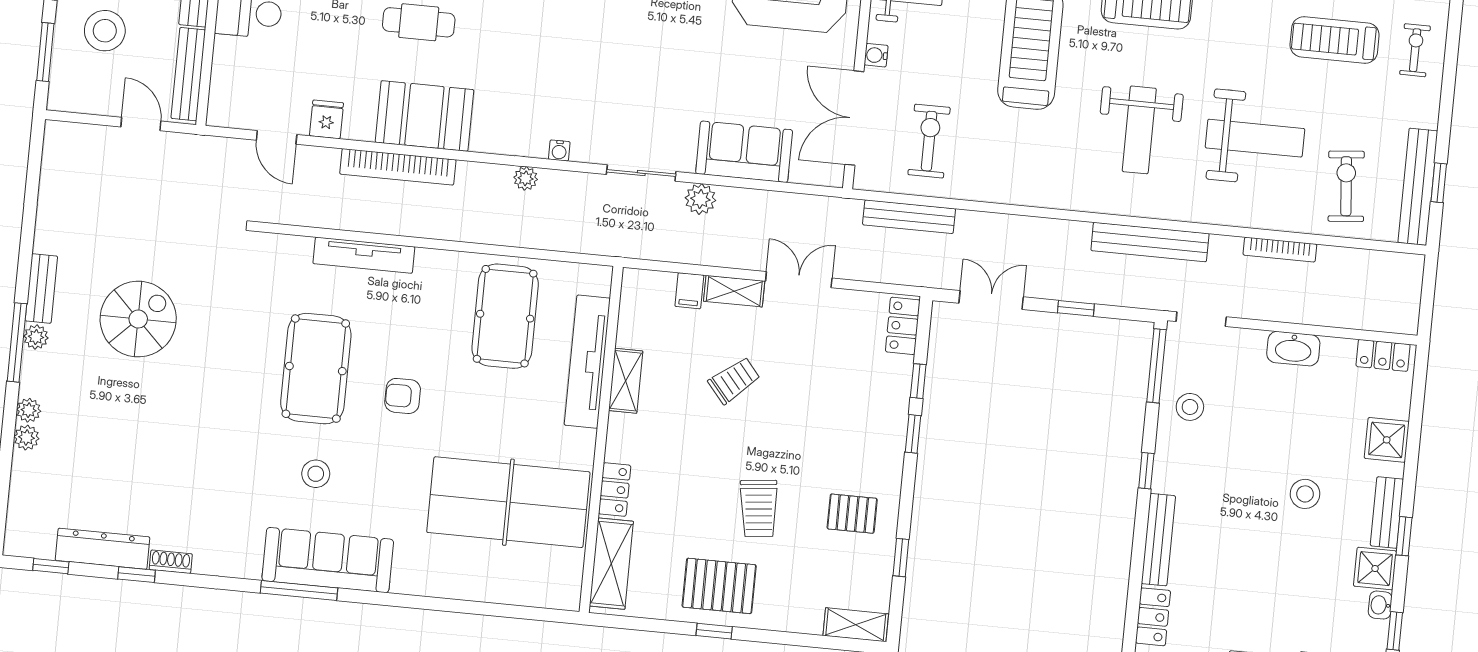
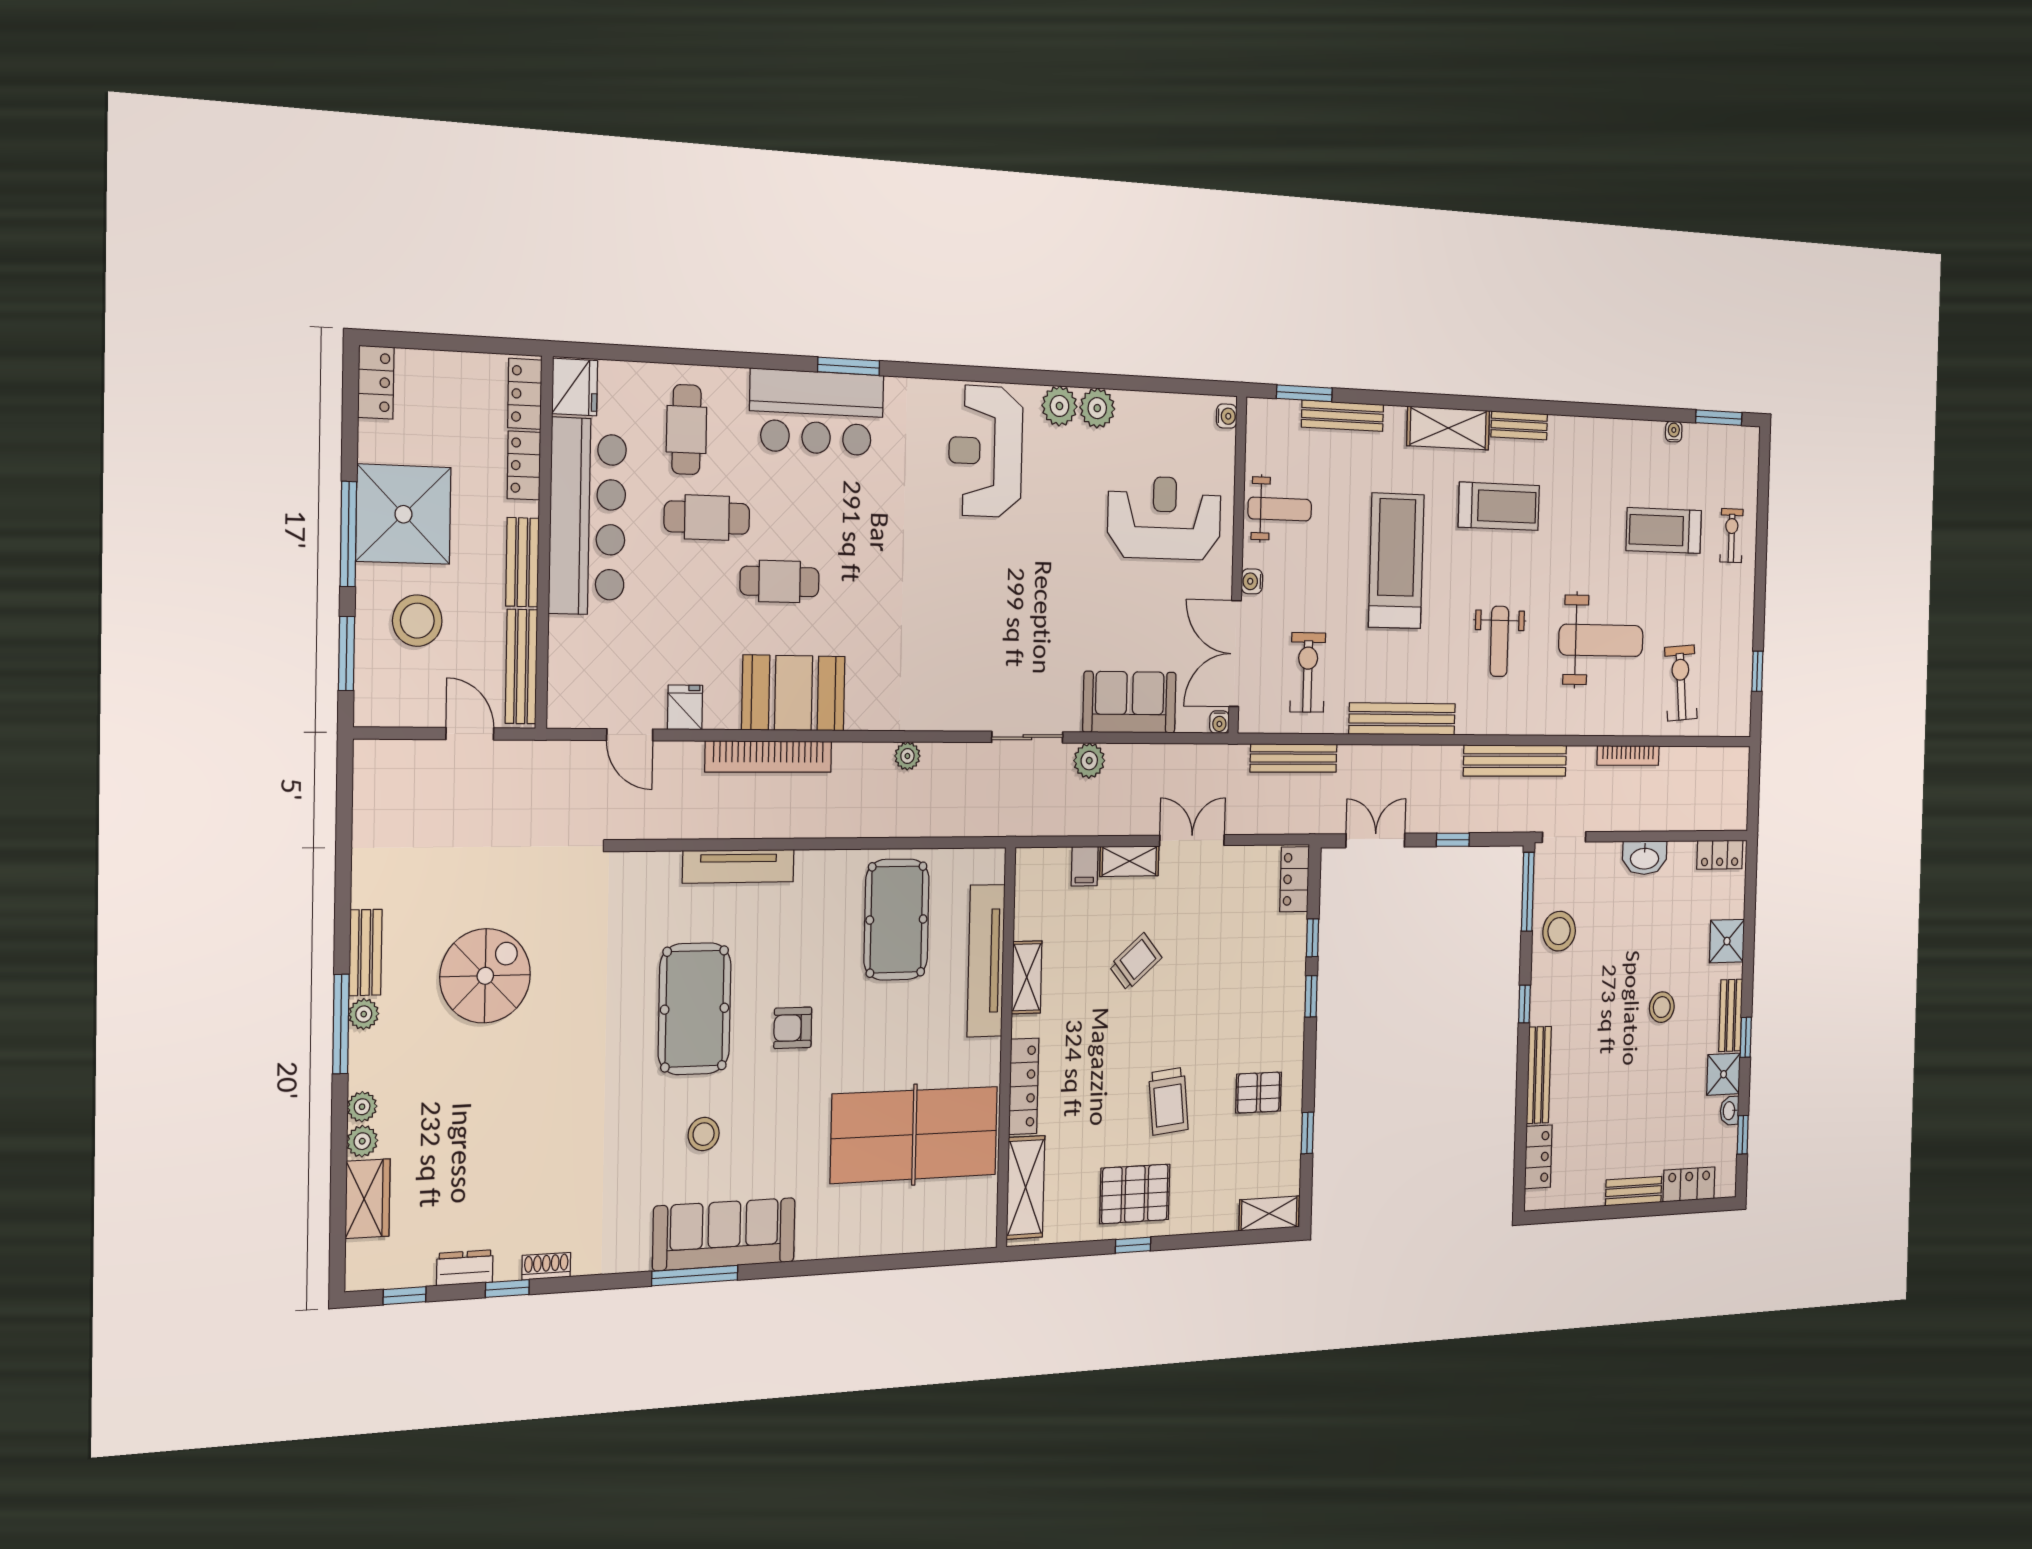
weight bench: (1139, 130) -> (1499, 641), width x0.73, depth x0.75
water cooler: (559, 150) -> (1219, 722), moved
bench: (1418, 187) -> (1402, 719), moved, turned 90
stool: (1190, 407) -> (1559, 931), width x1.38, depth x1.38
wardrobe: (27, 484) -> (368, 1199), added
locker: (615, 490) -> (1024, 1086), width x1.53
dresser: (103, 549) -> (465, 1268), width x0.51, depth x0.80

